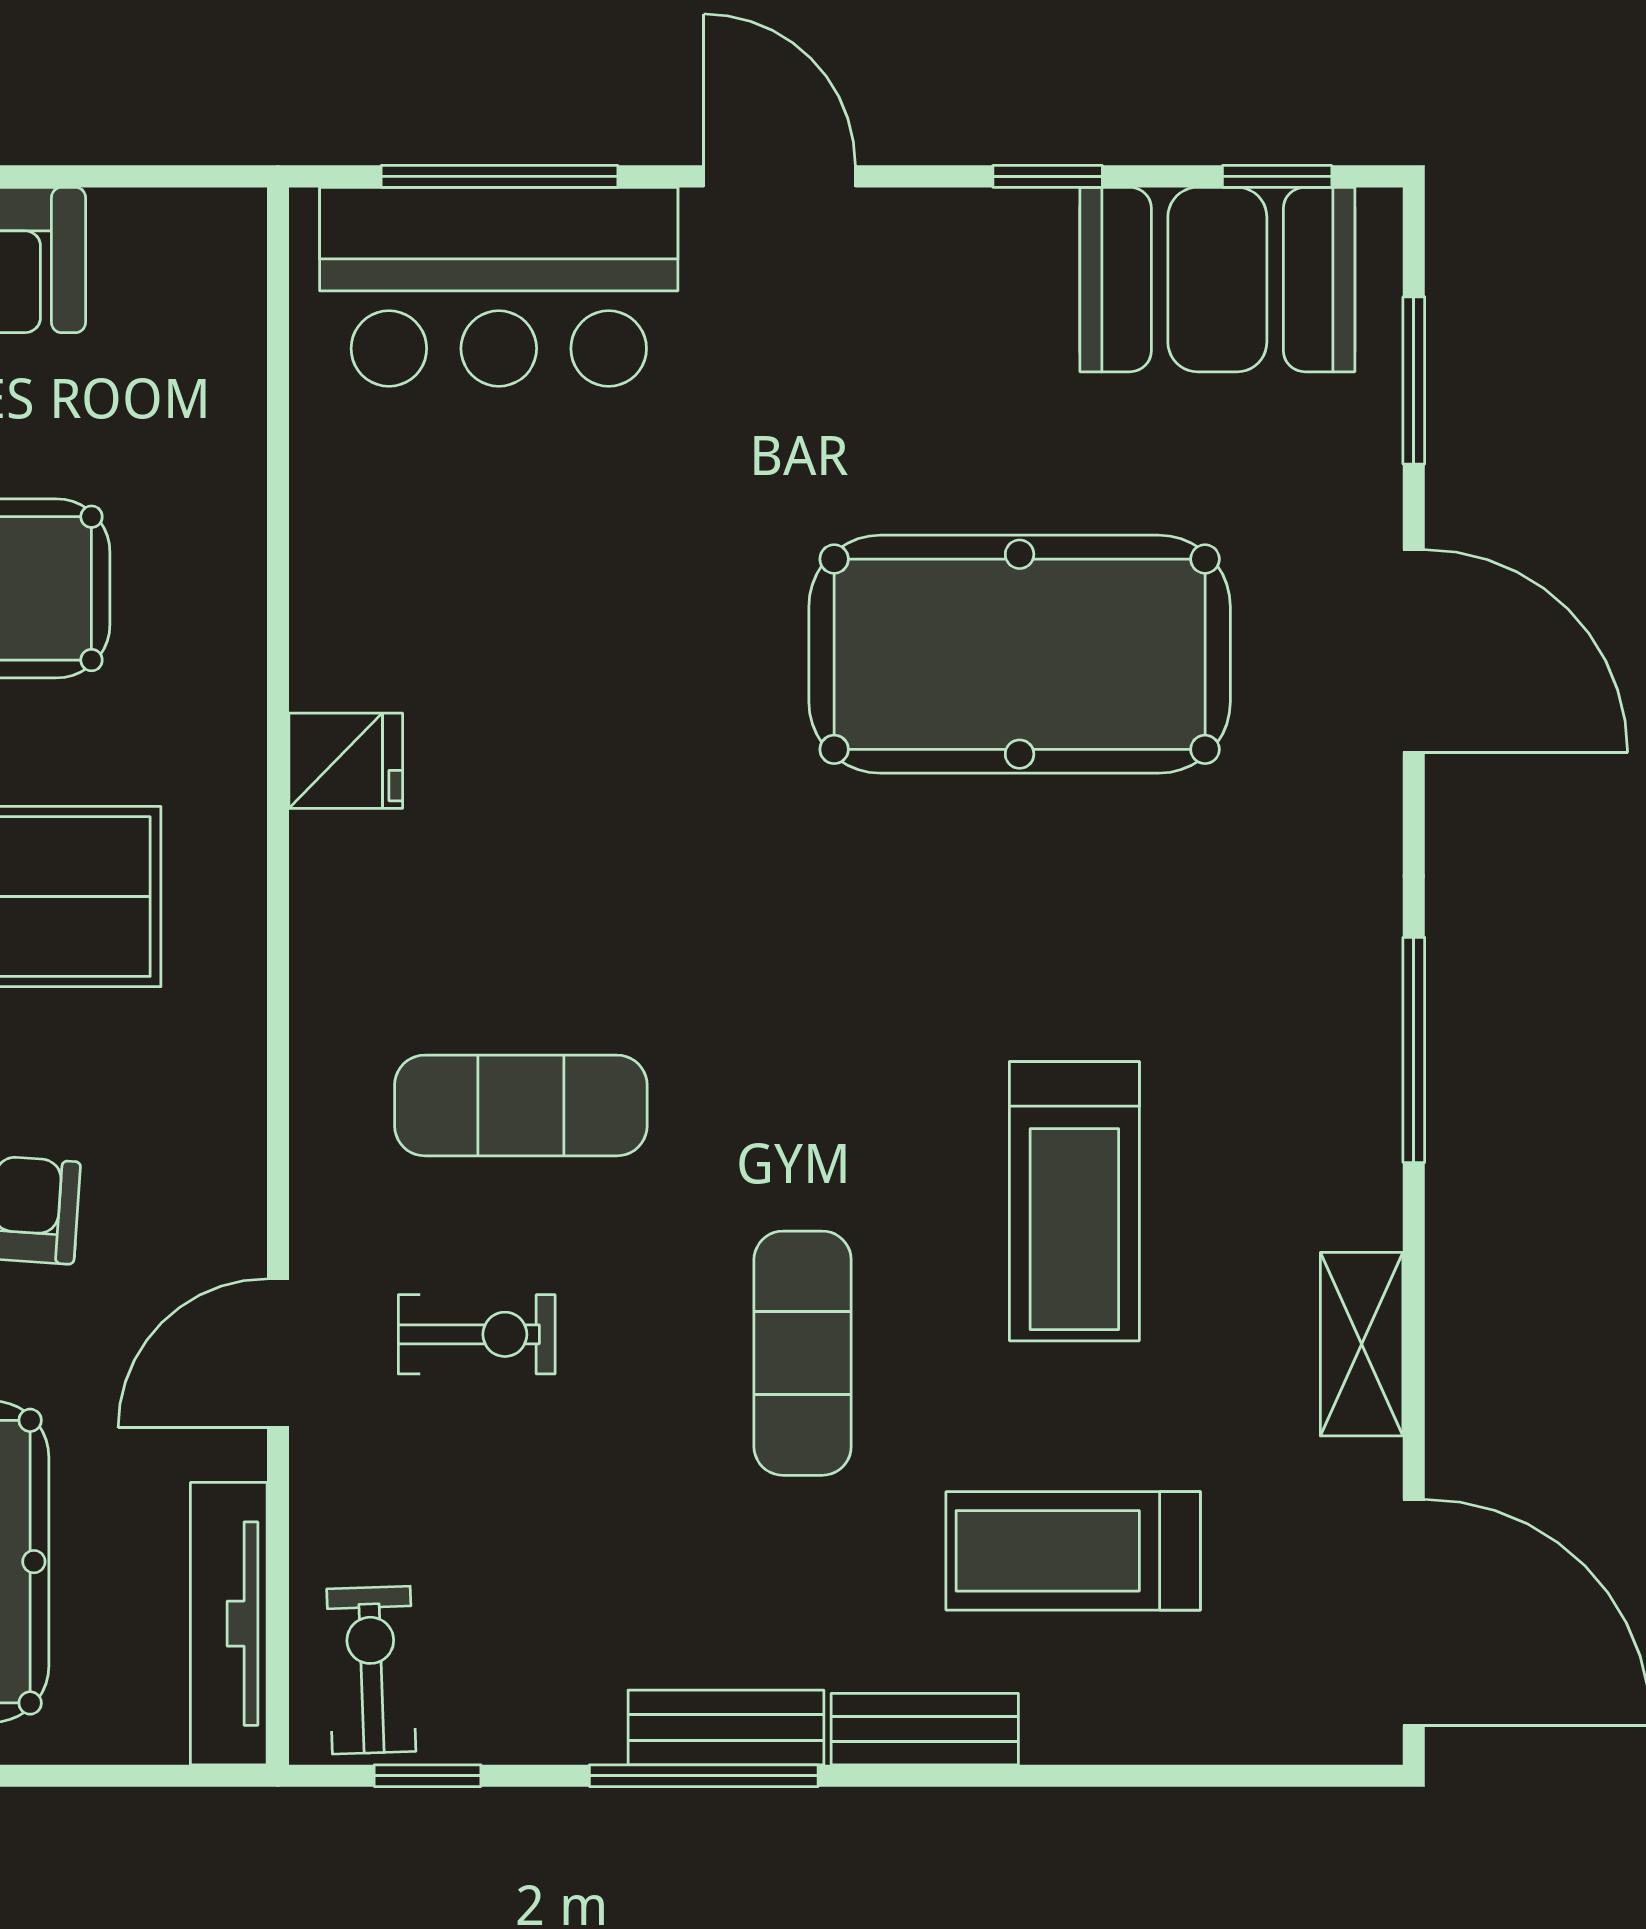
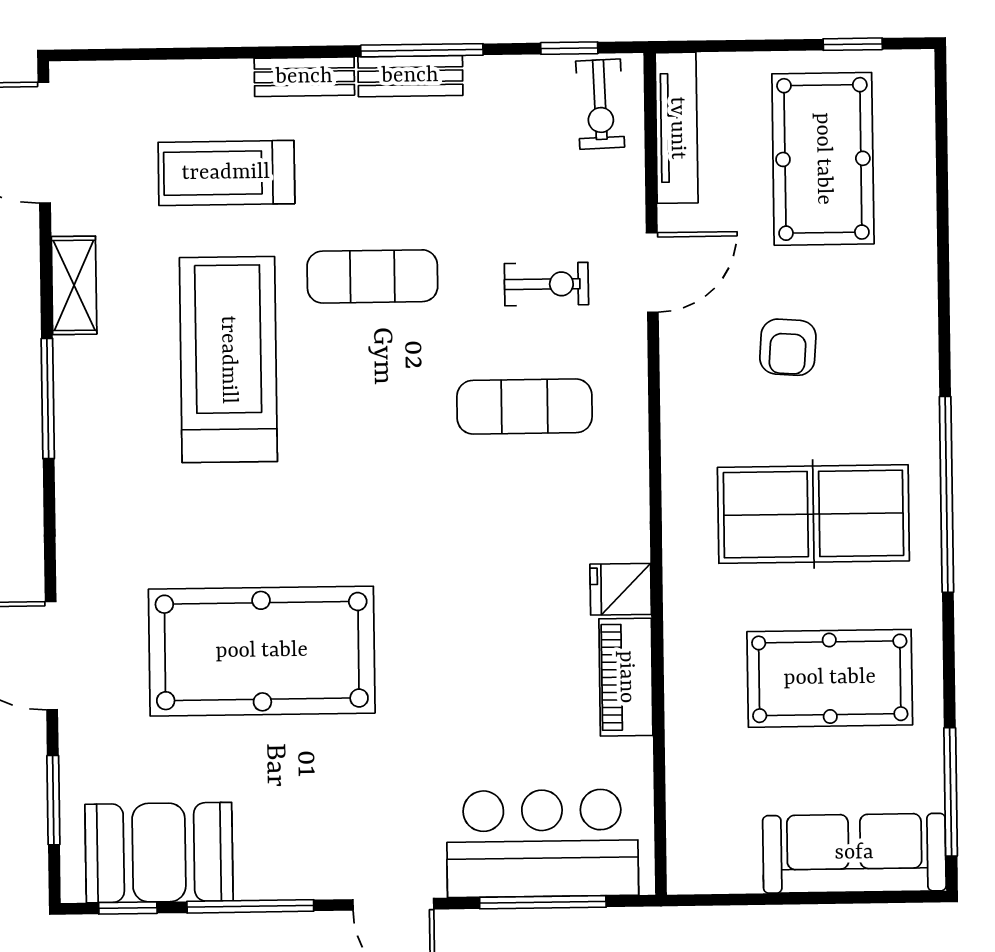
window: (1048, 176) -> (250, 906), width x2.17
piano: (338, 596) -> (626, 677), added
window: (1414, 1050) -> (48, 398), moved
treadmill: (1074, 1201) -> (228, 360), width x1.37, depth x1.37
exercise bike: (477, 1334) -> (546, 284), turned 180
exercise mat: (803, 1353) -> (372, 276), turned 90
treadmill: (1073, 1551) -> (226, 173), turned 180

